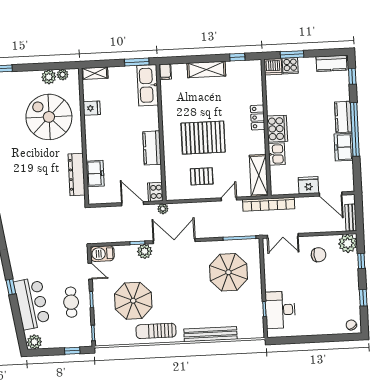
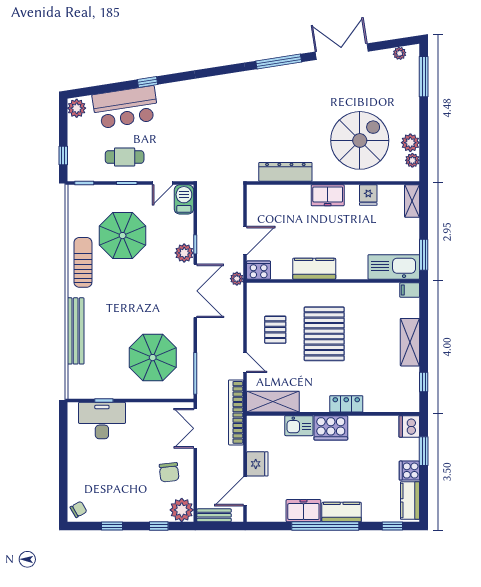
cooker: (290, 66) -> (409, 471), moved
freezer: (95, 174) -> (328, 195), moved

